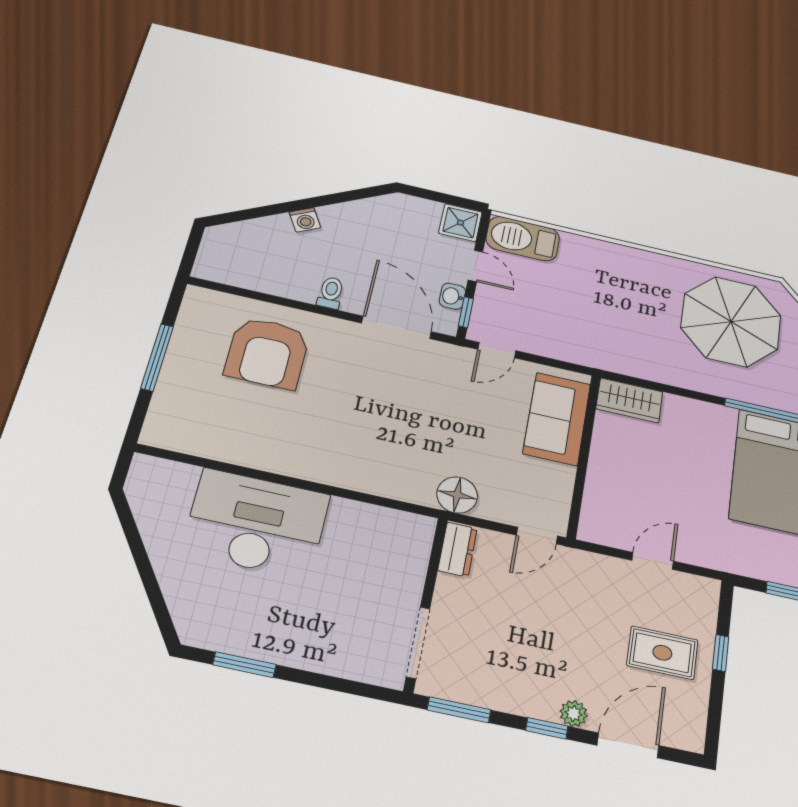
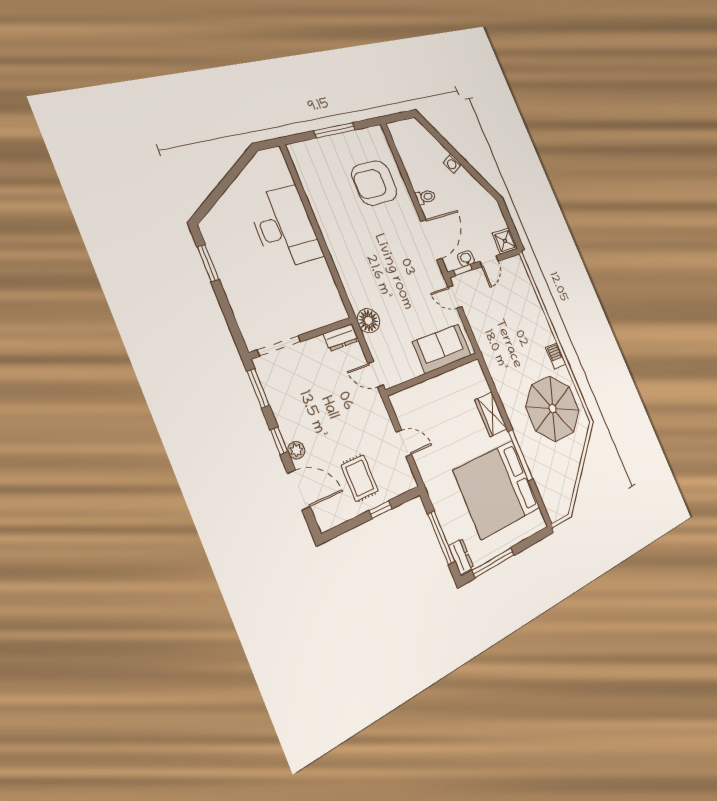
barbecue: (523, 239) -> (556, 356), moved, width x0.53, depth x0.65
wardrobe: (629, 400) -> (491, 414), moved

